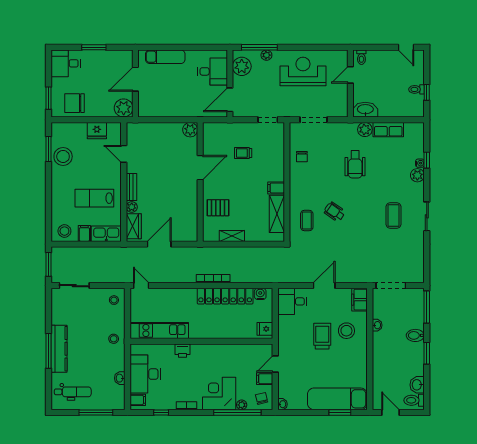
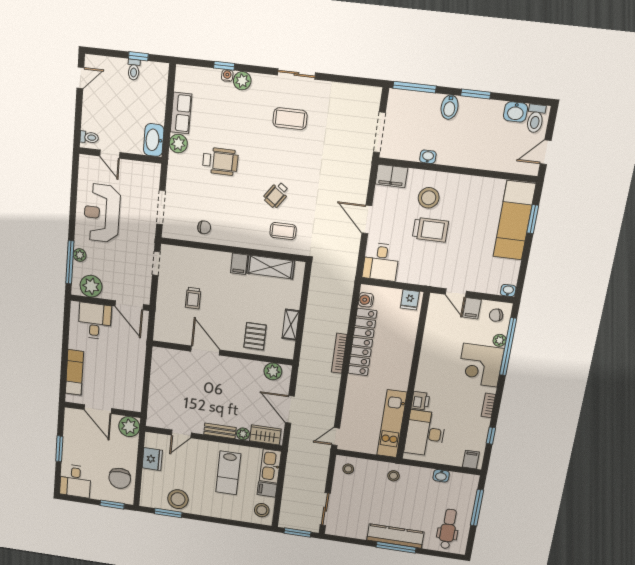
plant: (190, 130) -> (273, 371), moved
trolley: (322, 336) -> (430, 230), turned 180
desk: (145, 374) -> (425, 433), moved, turned 90

